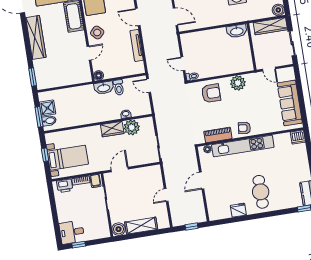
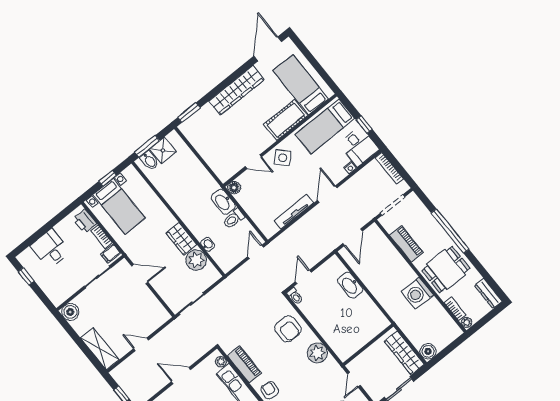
washbasin: (237, 31) -> (350, 285), moved
shelving: (141, 226) -> (100, 349), moved
desk: (72, 232) -> (50, 249), moved

